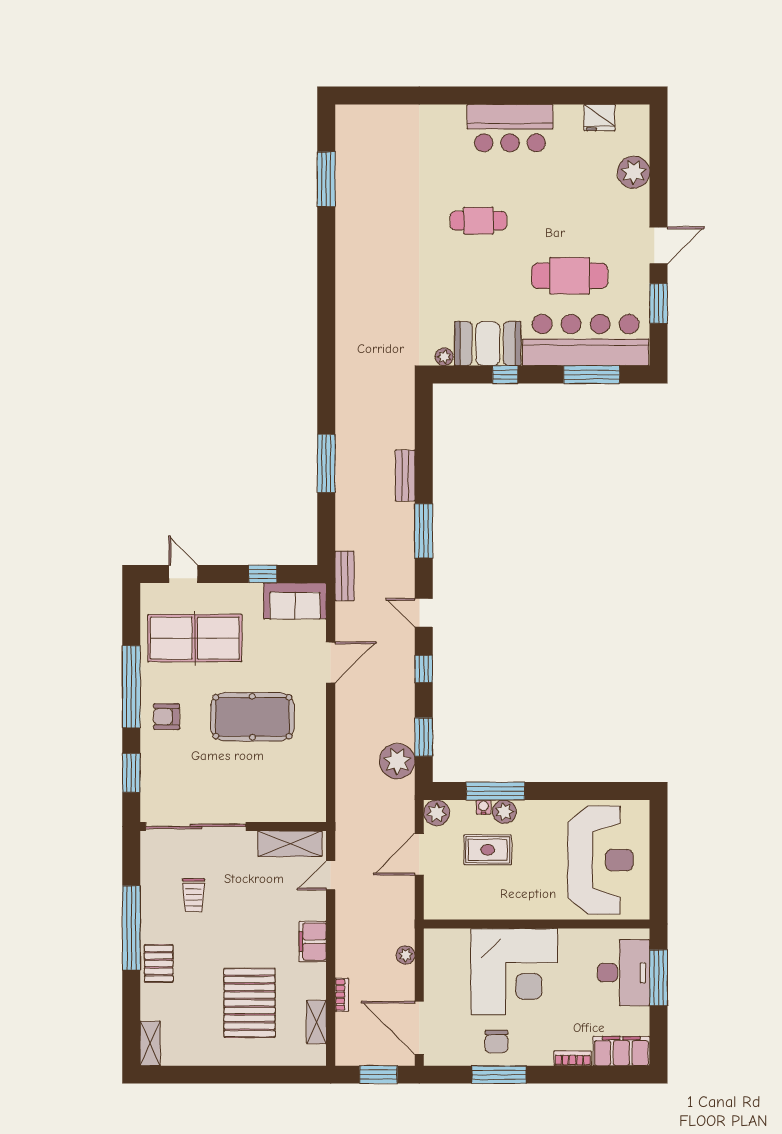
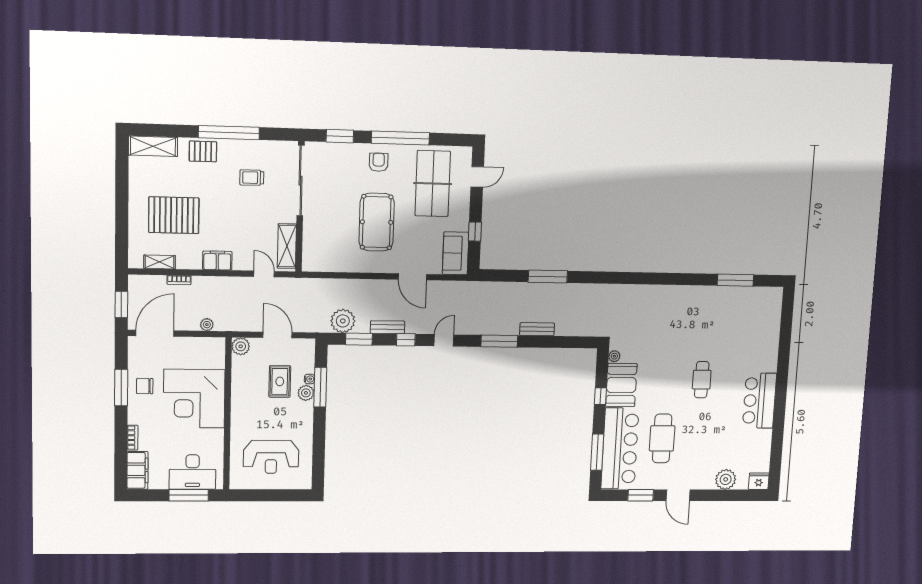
fridge: (599, 118) -> (759, 481), moved, turned 90
bench: (345, 576) -> (388, 327), moved
plant: (437, 813) -> (241, 346), moved
reception desk: (600, 860) -> (271, 457), width x0.74, depth x0.77
shelving: (150, 1043) -> (153, 146), width x1.50, depth x1.33

